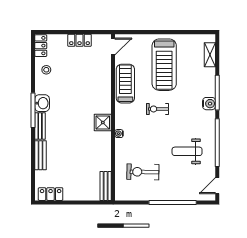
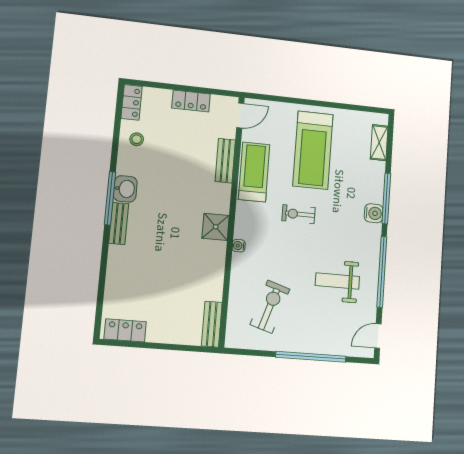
bench: (40, 155) -> (225, 161), moved
exercise bike: (143, 172) -> (270, 307), turned 107

